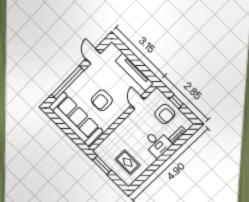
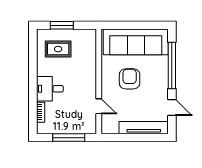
tv unit: (134, 72) -> (144, 128), moved
window: (176, 102) -> (69, 138), width x2.17
armchair: (165, 114) -> (68, 119), removed
window: (102, 165) -> (62, 25), moved

